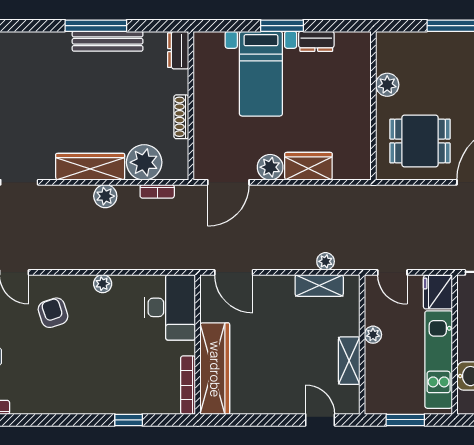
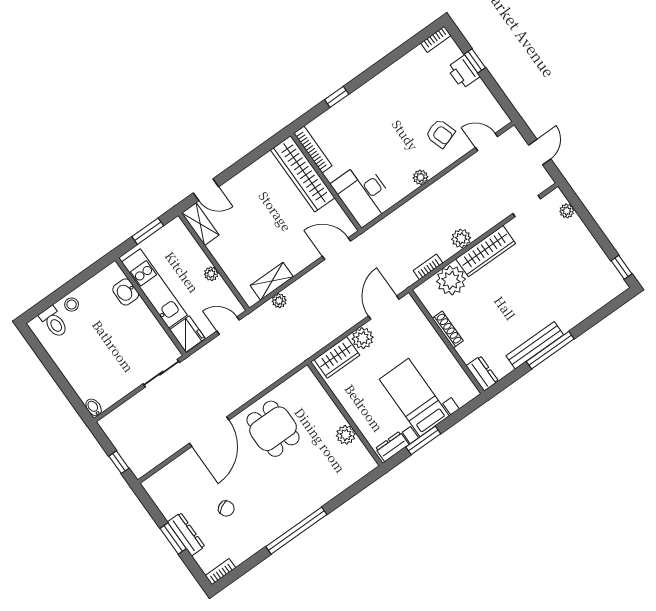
plant: (387, 85) -> (346, 435), moved
wall: (373, 106) -> (345, 414), moved
dining table: (420, 141) -> (273, 429), turned 90
shelving: (349, 361) -> (200, 224), moved

